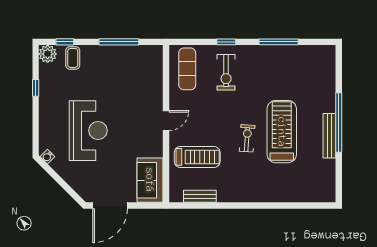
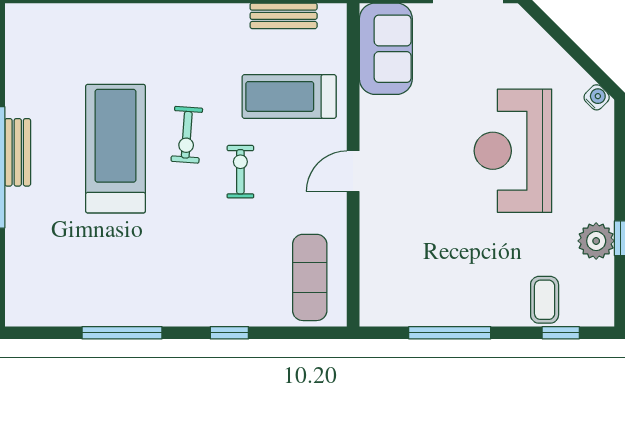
plant: (48, 54) -> (596, 241), moved
exercise bike: (226, 72) -> (240, 172), moved, width x0.73, depth x0.72
treadmill: (282, 132) -> (116, 149), turned 180
bench: (329, 136) -> (18, 152), width x0.73

